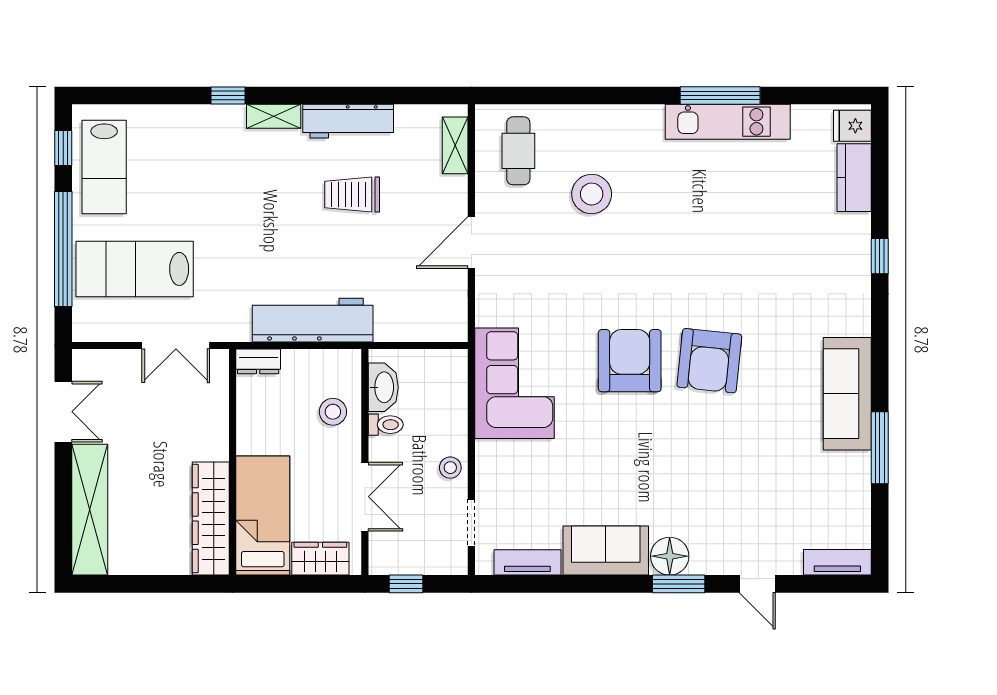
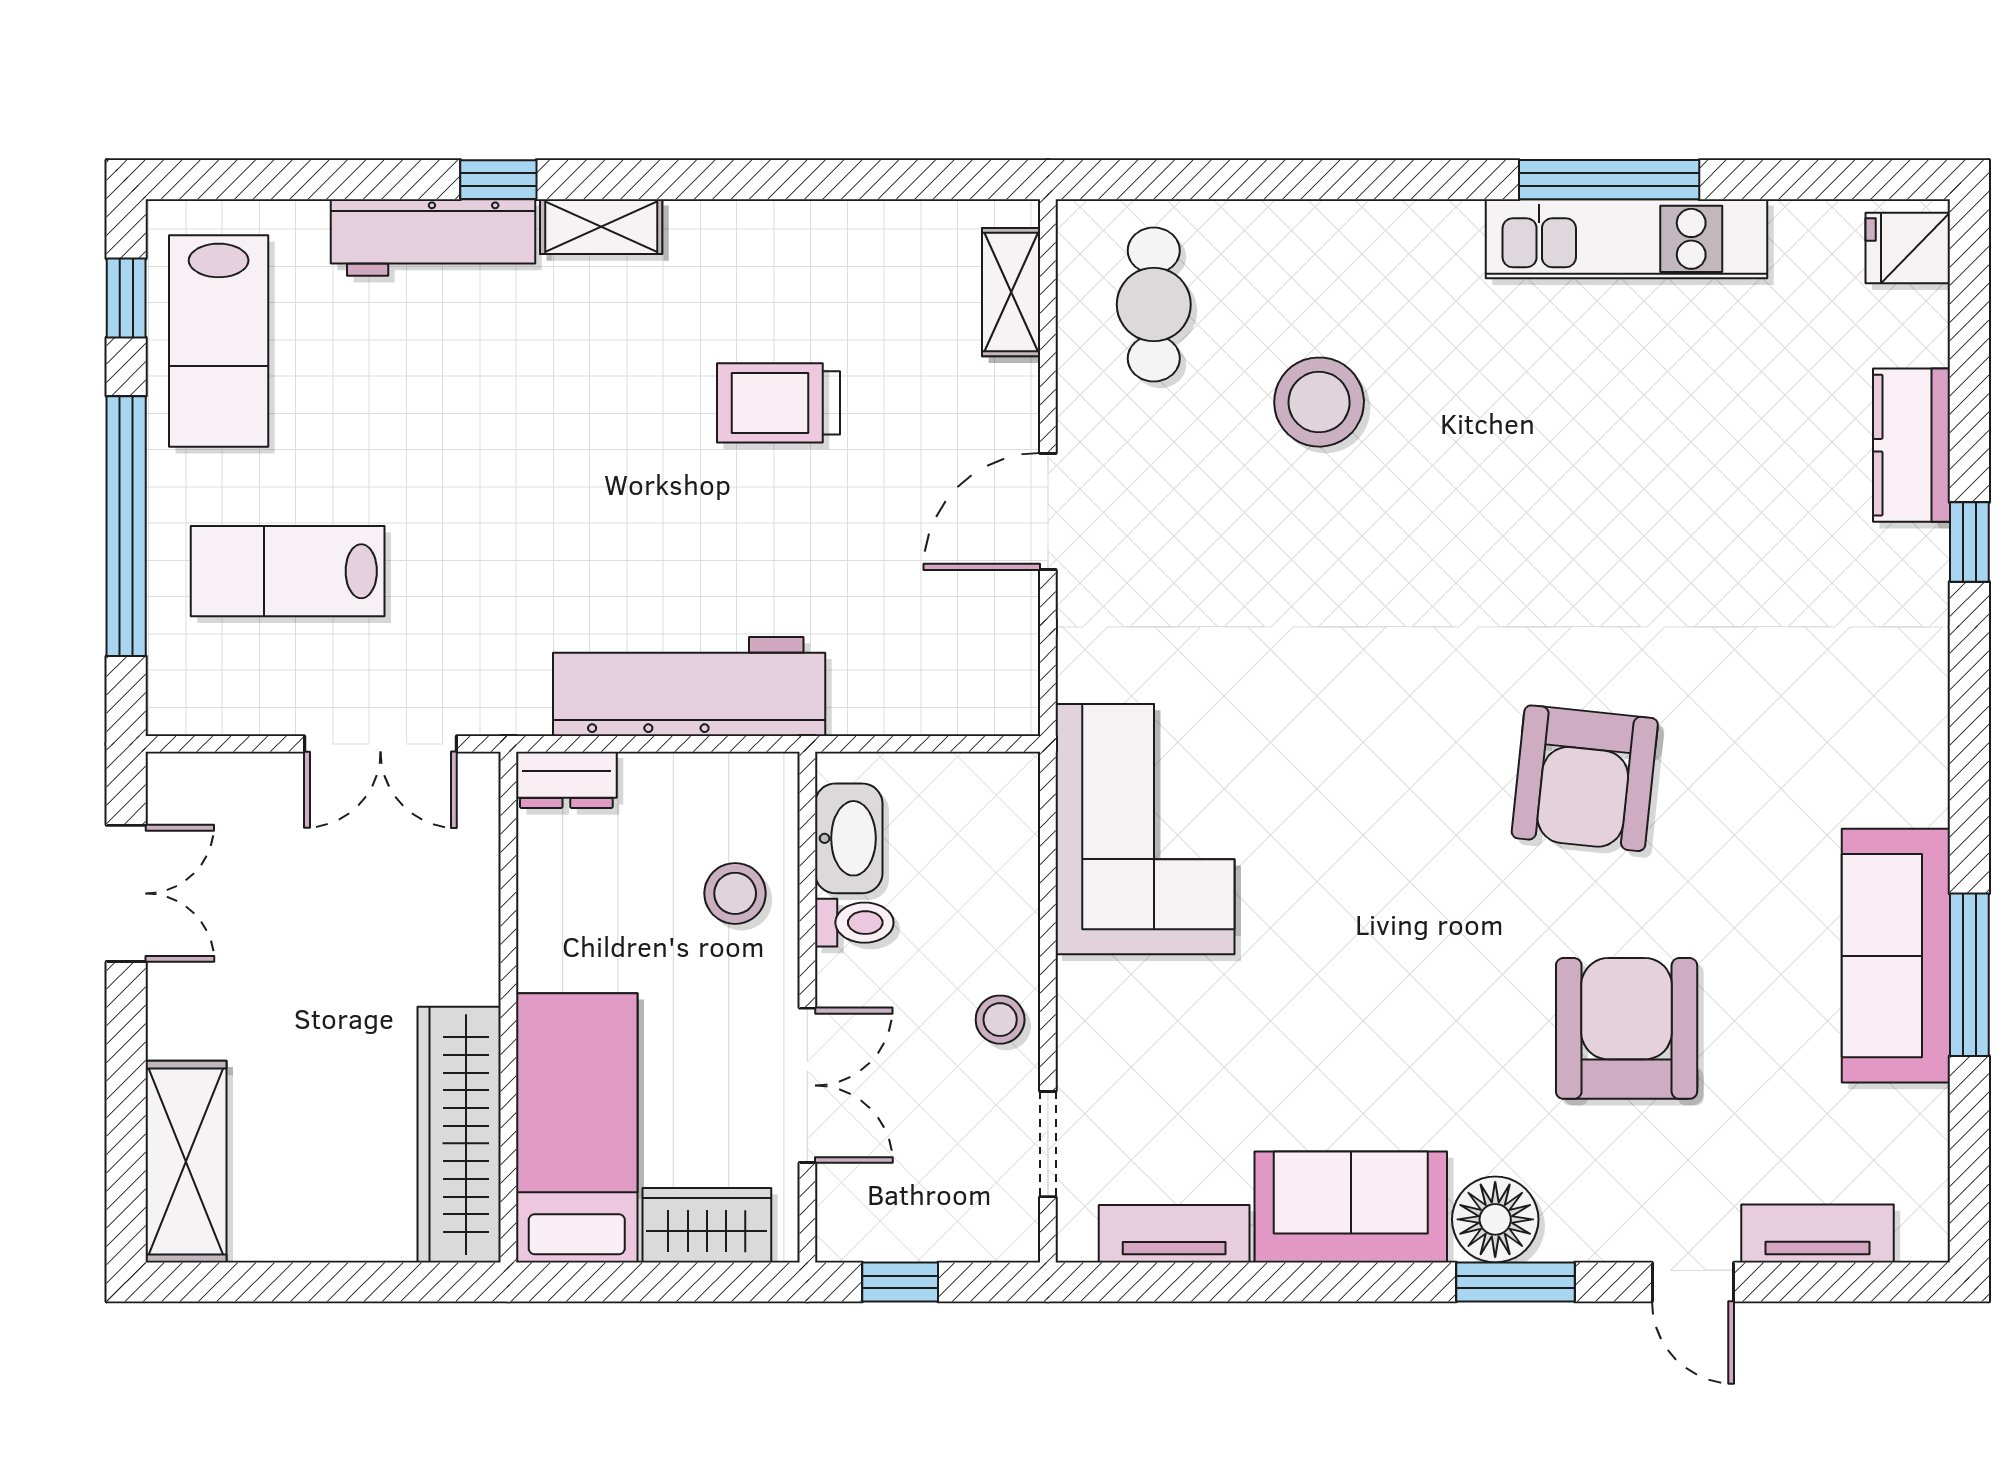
workbench: (348, 121) -> (433, 238), moved
kitchen counter: (854, 178) -> (1912, 445), moved
lab bench: (135, 269) -> (288, 571), width x0.73, depth x0.72
armchair: (630, 361) -> (1627, 1028), moved
sofa: (847, 394) -> (1896, 956), moved
shelving: (90, 510) -> (186, 1162), width x0.68
tv unit: (837, 562) -> (1818, 1233), moved

